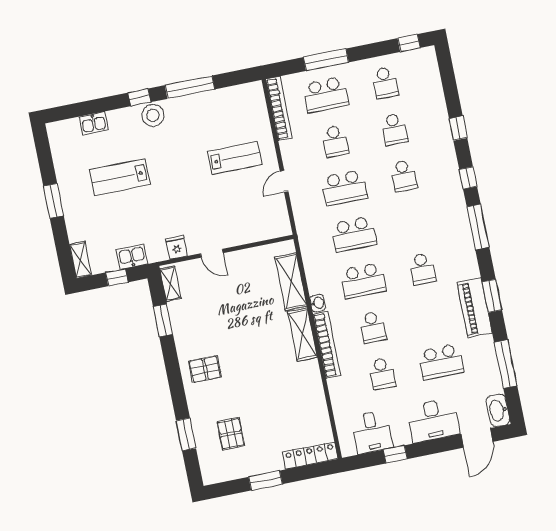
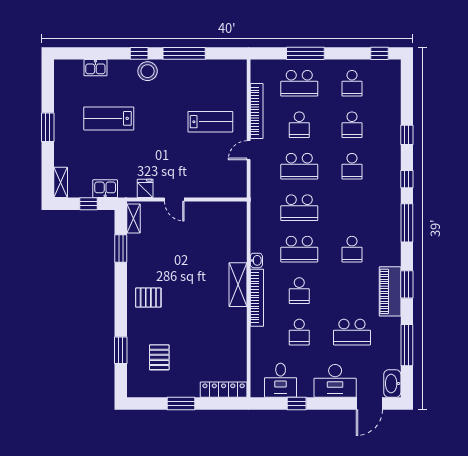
bookcase: (279, 109) -> (257, 111), moved
shelving: (291, 282) -> (237, 237), removed

